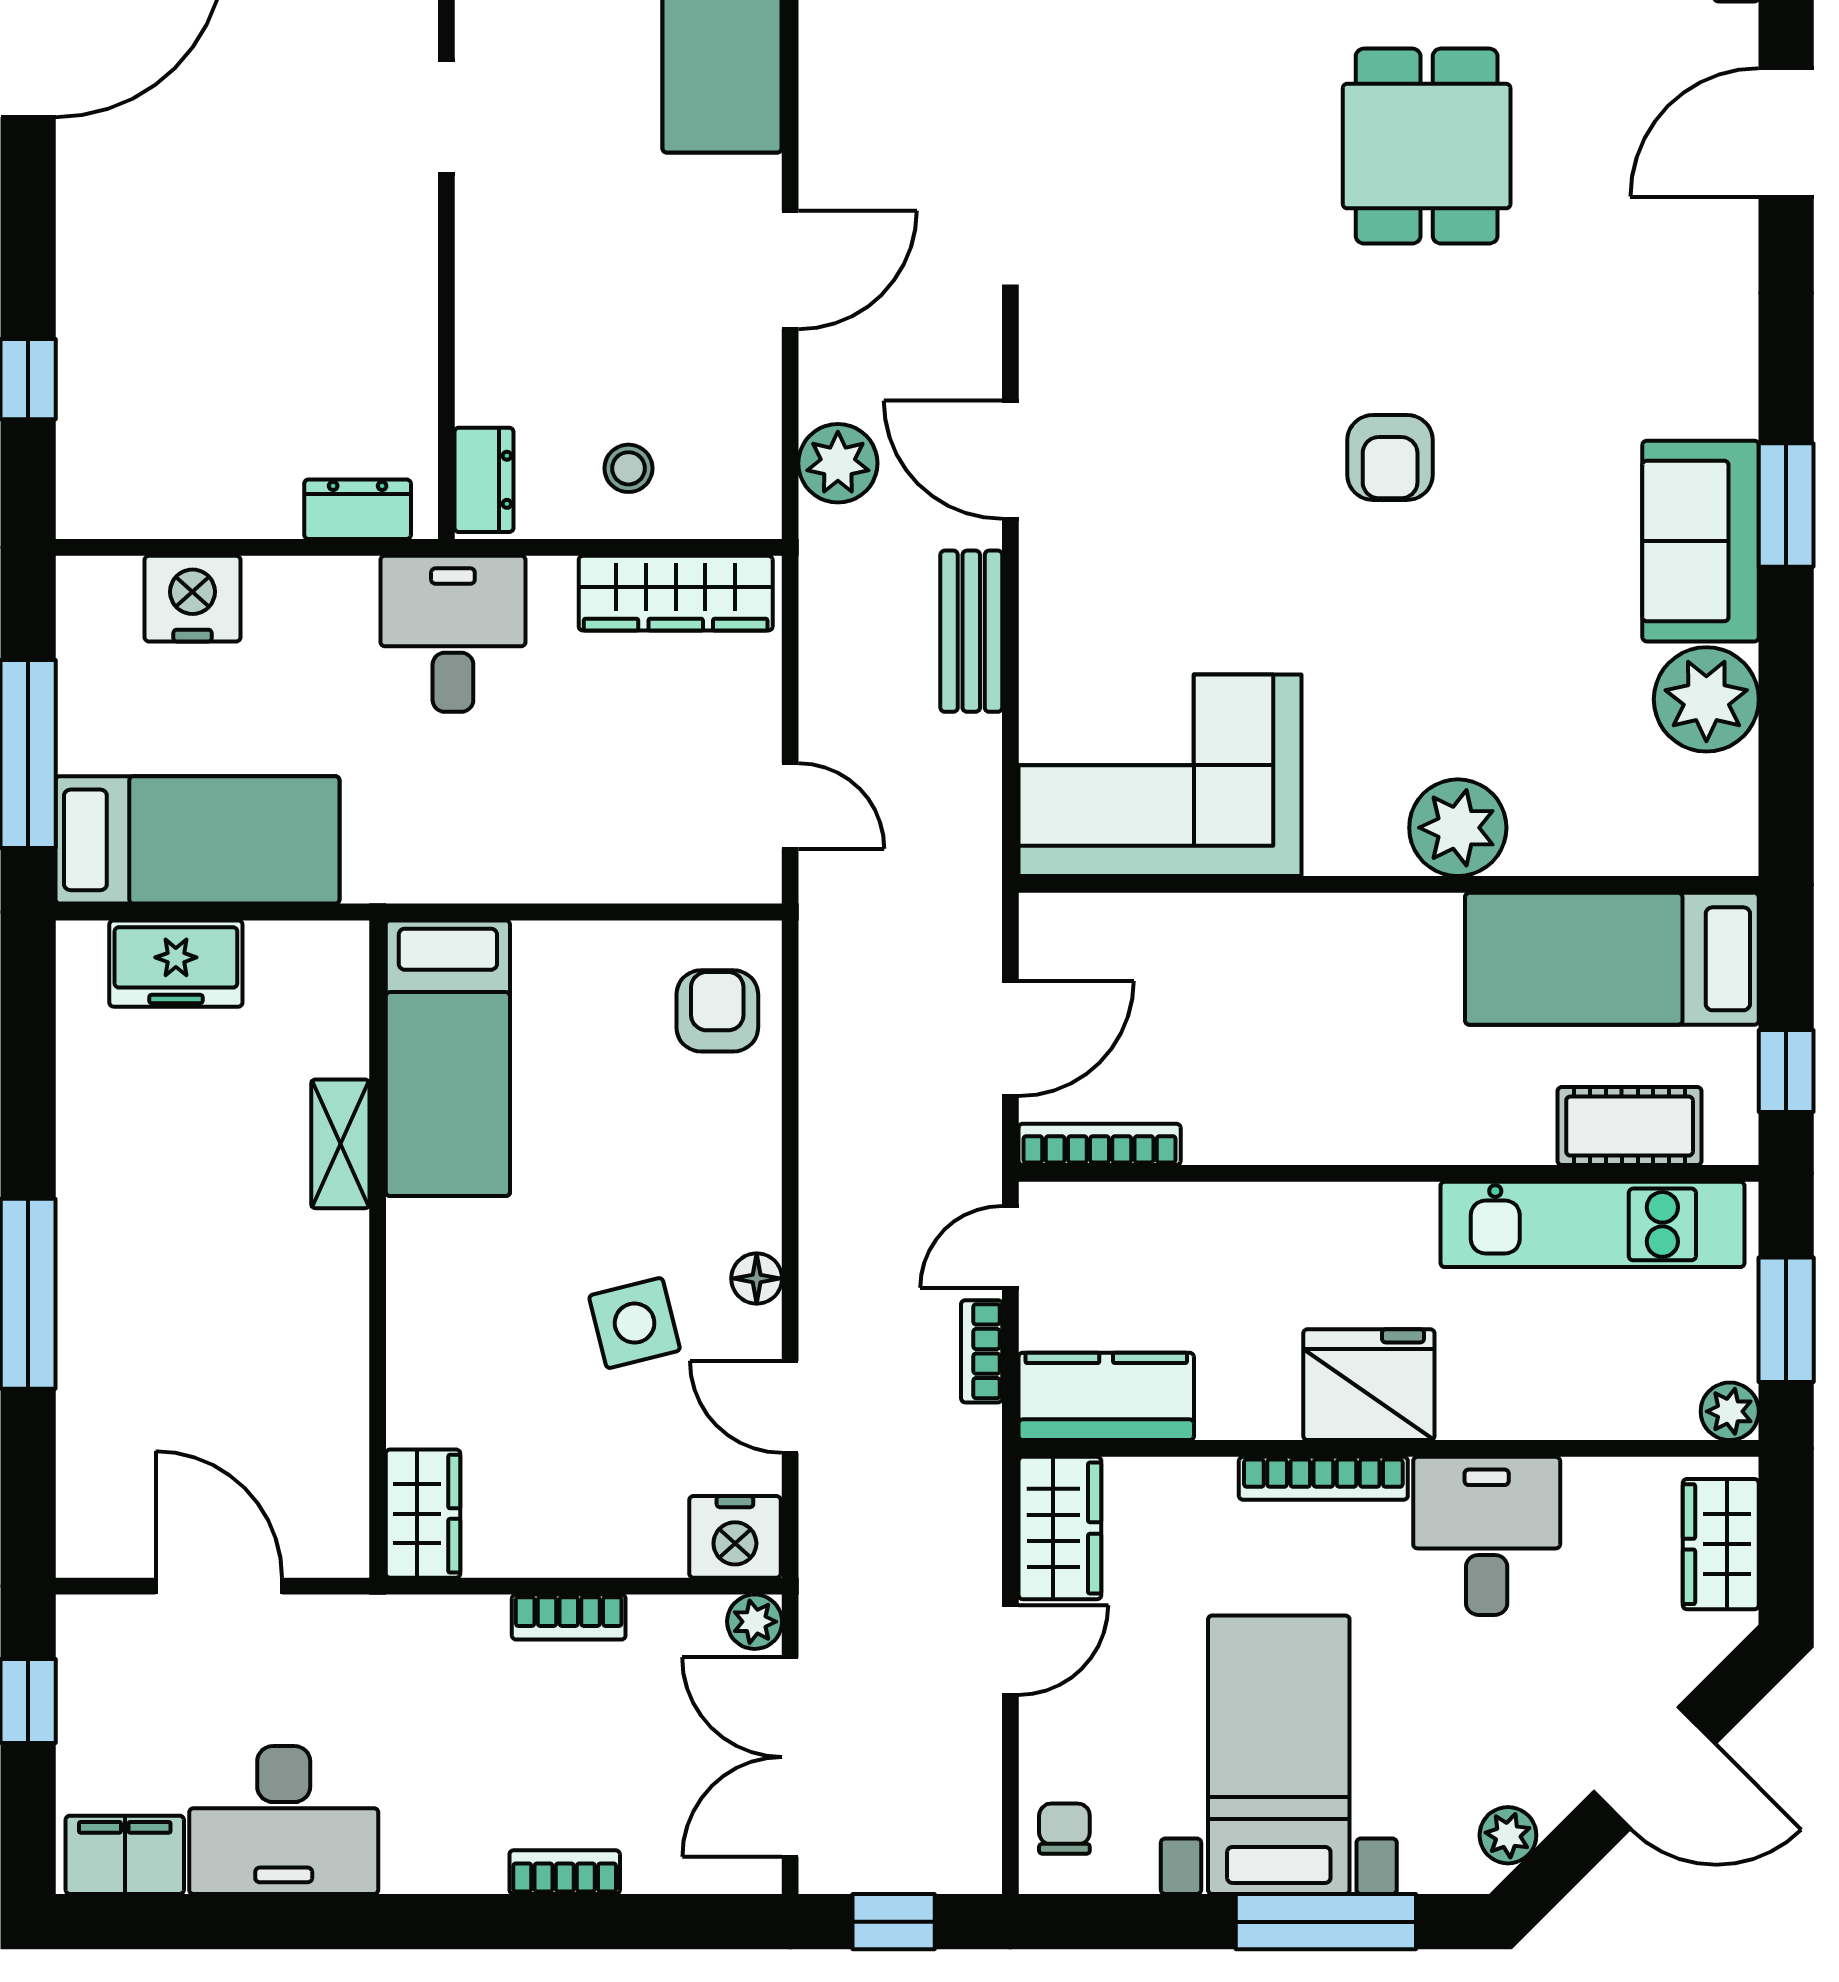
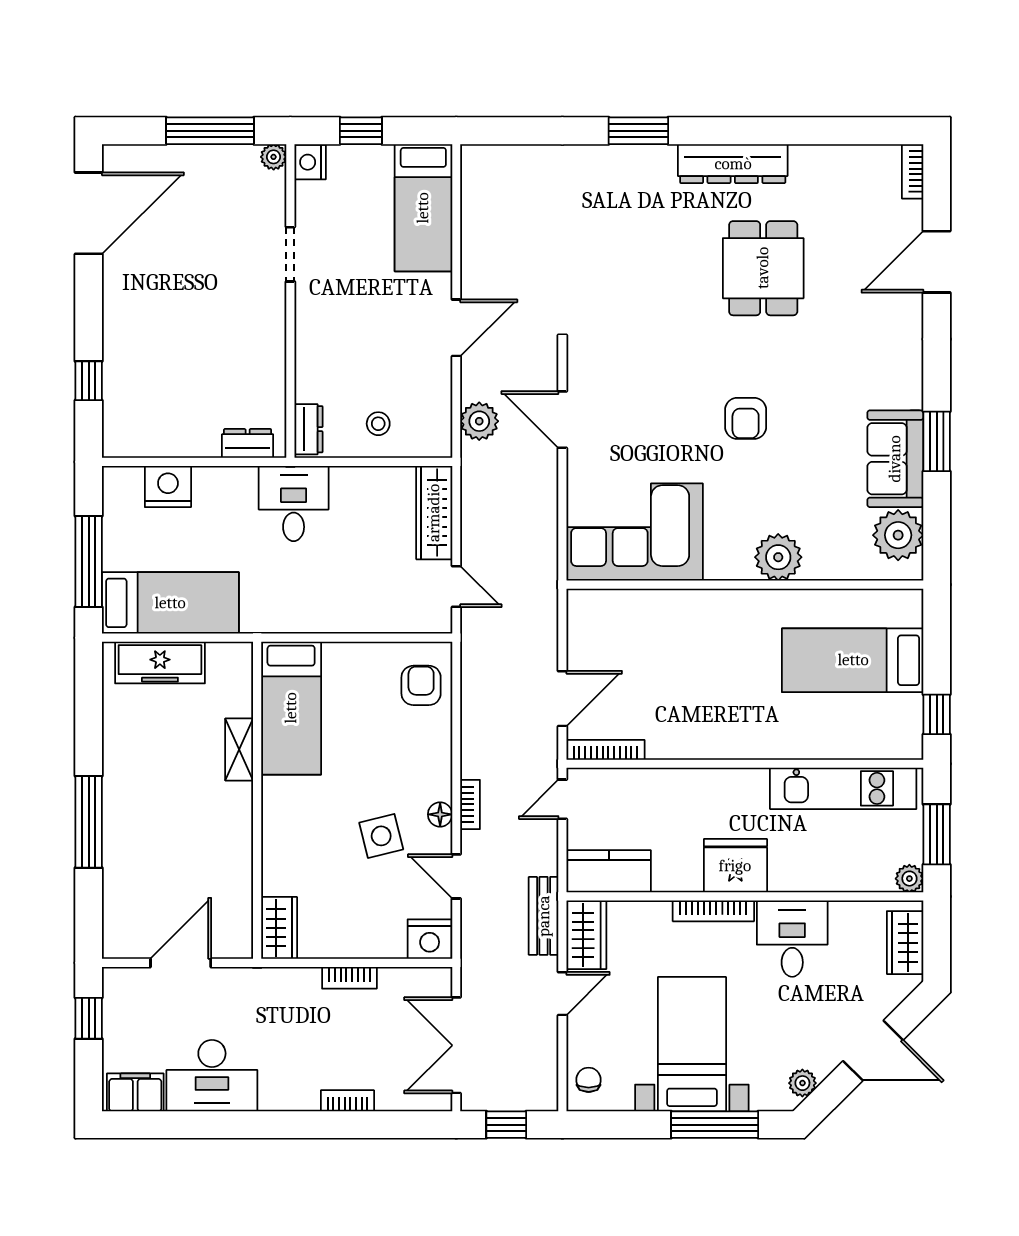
wardrobe: (676, 593) -> (434, 513), moved, turned 90
bench: (971, 631) -> (544, 916), moved
corner sofa: (1160, 775) -> (635, 532), moved
plant: (1458, 828) -> (778, 557), moved
wall: (1389, 884) -> (745, 585), moved
freezer: (176, 964) -> (160, 663), width x1.40
cot: (1630, 1126) -> (861, 741), removed
bookcase: (982, 1351) -> (470, 804), moved, turned 180
door: (219, 1586) -> (181, 963), hinge flipped
plant: (755, 1622) -> (439, 980), removed

